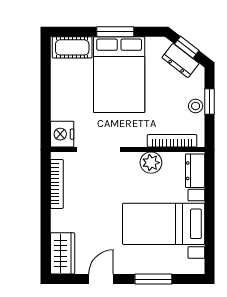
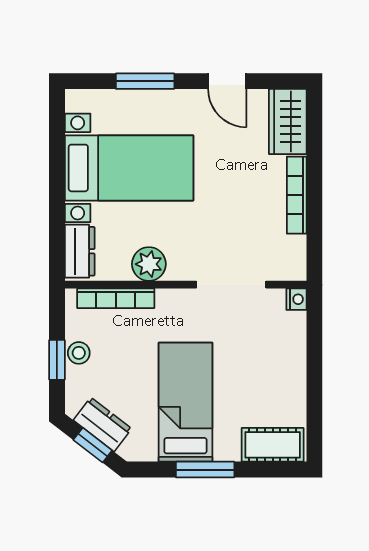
bed: (119, 75) -> (185, 402), width x0.67
nightstand: (62, 134) -> (296, 299), width x0.53, depth x0.56
bookcase: (57, 184) -> (297, 195), moved
door: (101, 279) -> (227, 81), hinge flipped

